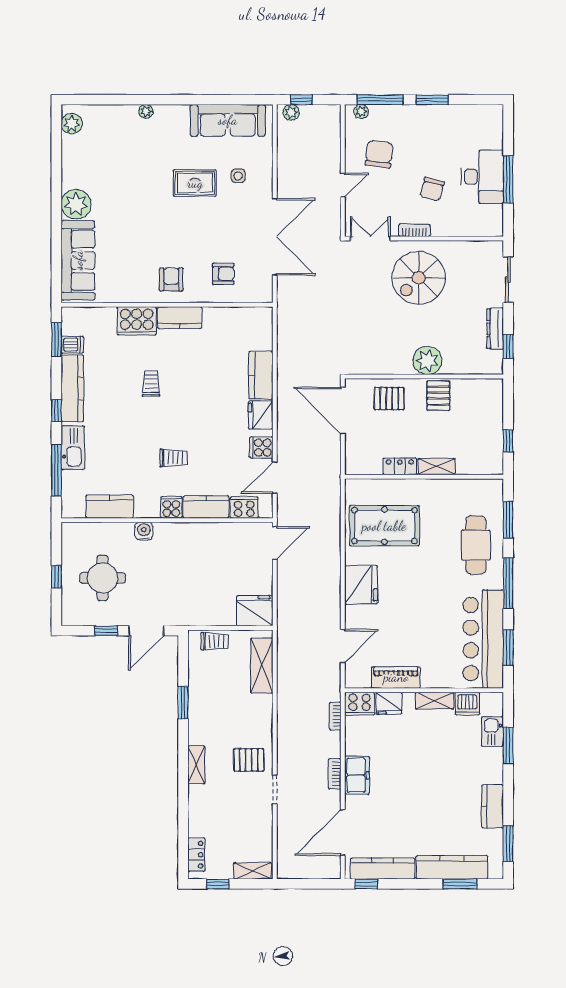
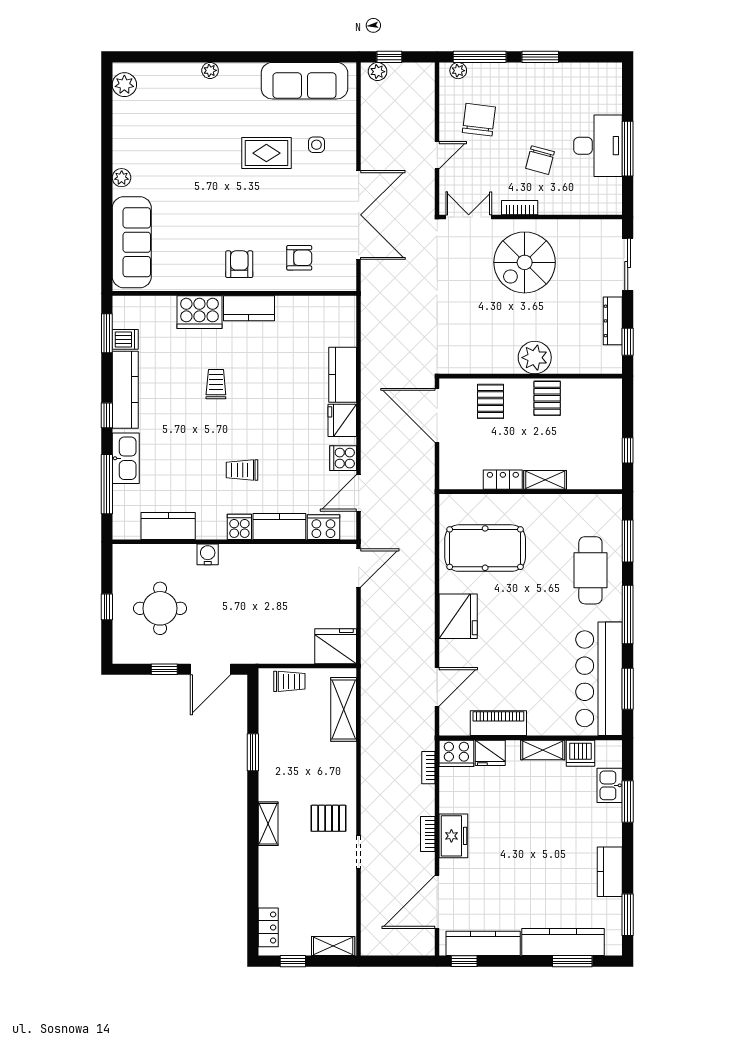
plant: (76, 204) -> (122, 178), width x0.53, depth x0.53
pallet: (389, 399) -> (491, 401), turned 90
trolley: (174, 458) -> (242, 470), turned 180

